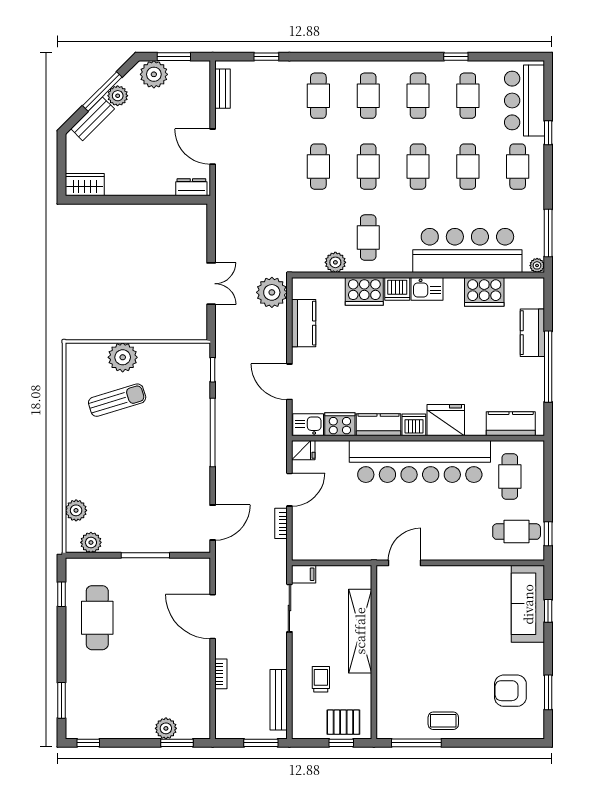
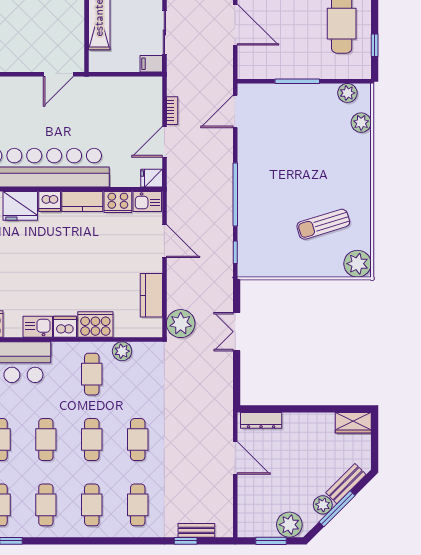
bench: (223, 89) -> (196, 530), moved, turned 90
dresser: (191, 187) -> (261, 420), width x1.44
plant: (123, 357) -> (357, 264), moved

